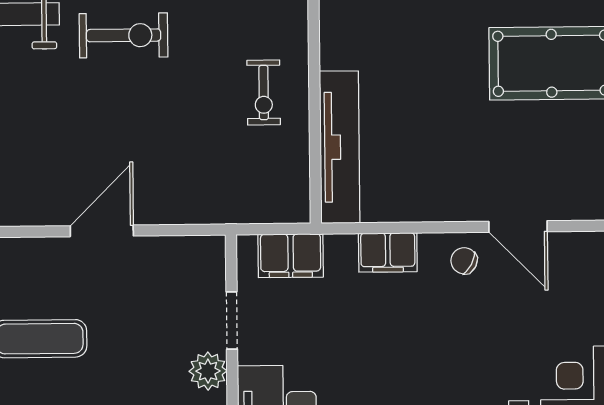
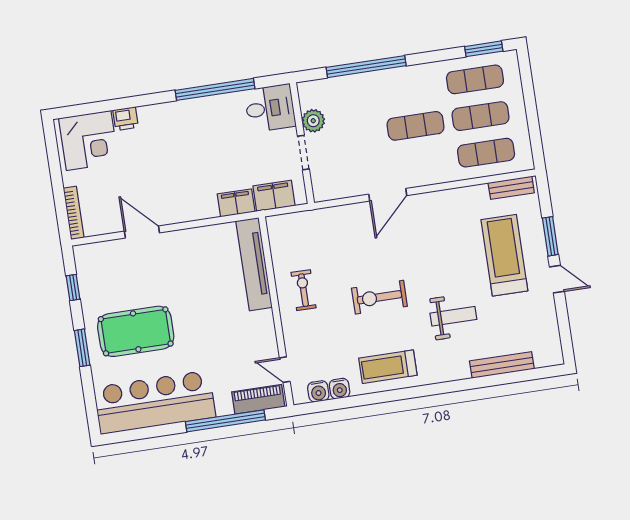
exercise bike: (124, 35) -> (379, 297), moved
filing cabinet: (388, 252) -> (236, 203), moved
chair: (464, 261) -> (171, 207), removed

